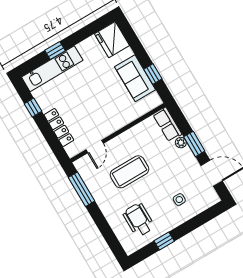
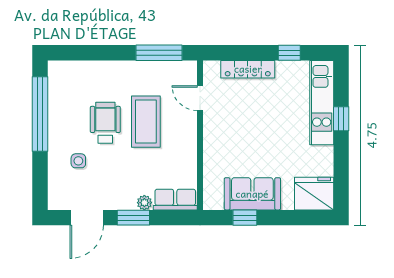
wheelchair: (139, 220) -> (105, 123), moved, turned -90
window: (164, 241) -> (40, 114), width x3.17

